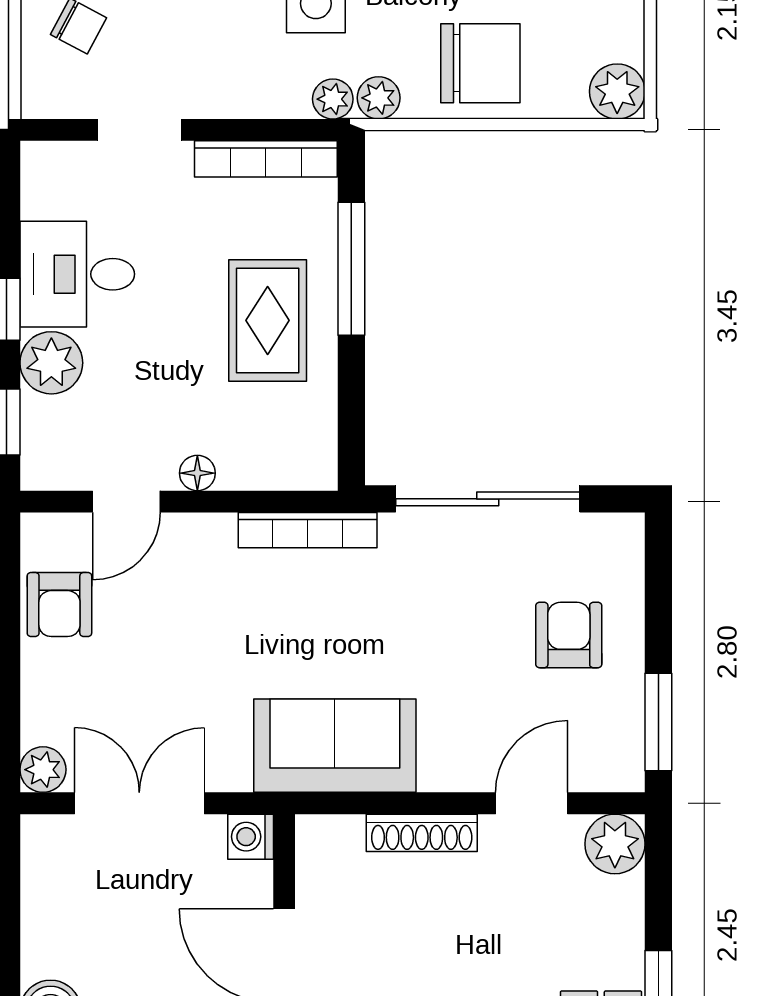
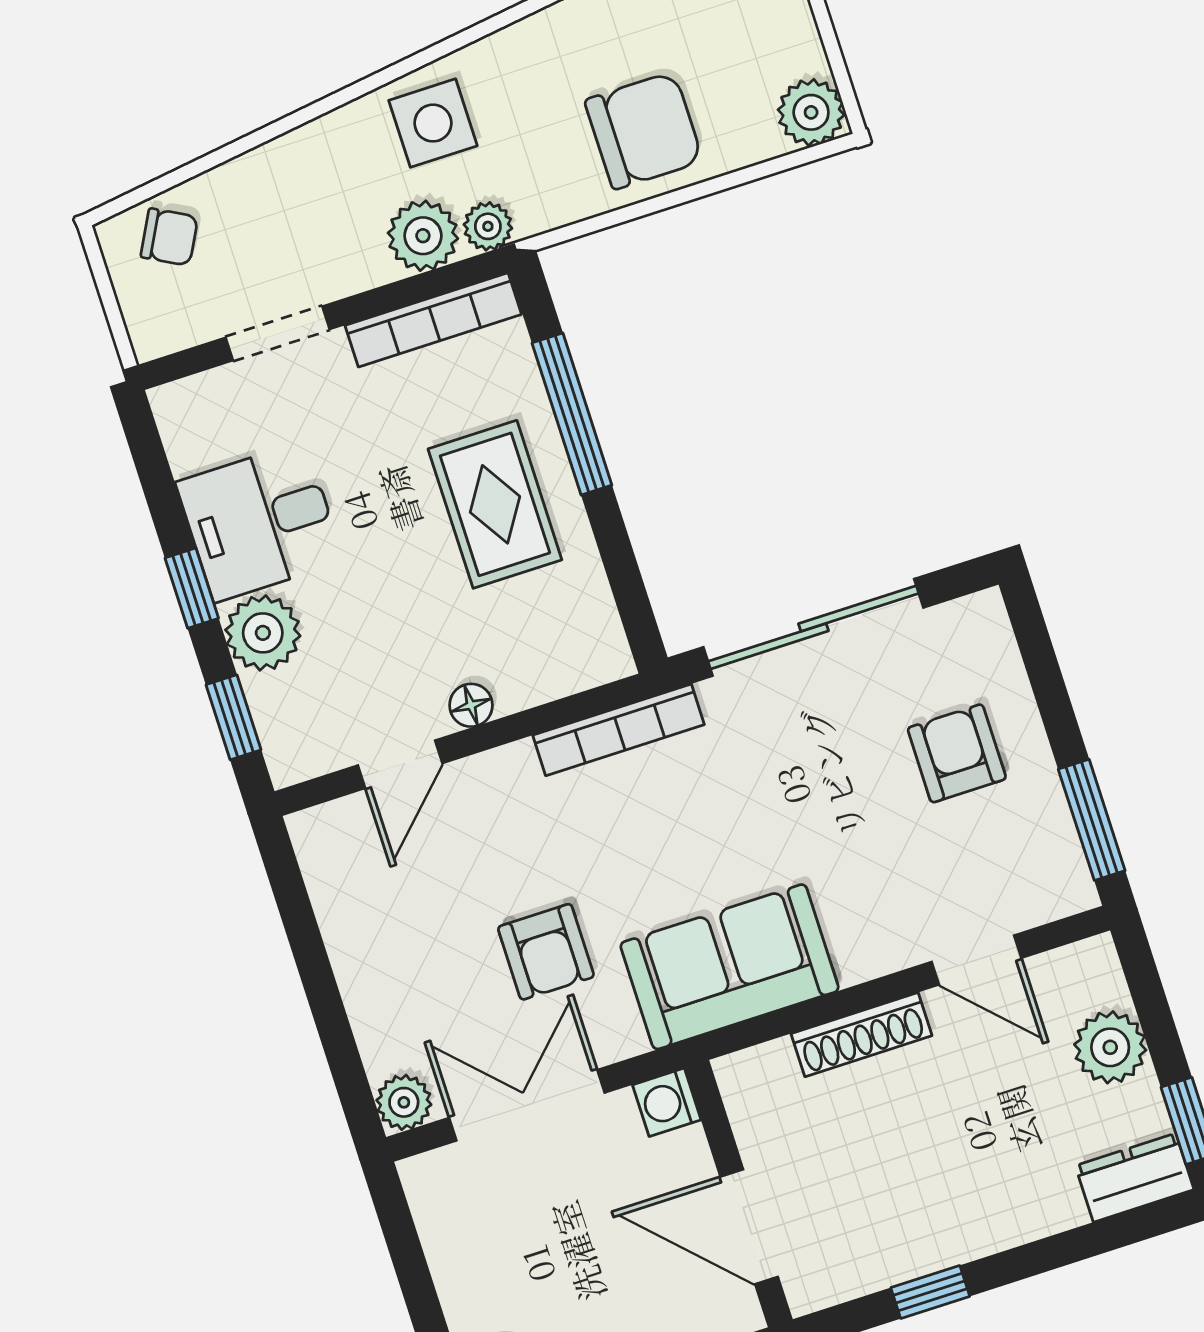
plant: (379, 98) -> (423, 236), moved, width x1.38, depth x1.38
armchair: (59, 605) -> (546, 952), moved
door: (532, 803) -> (976, 960), swing flipped
plant: (615, 844) -> (1110, 1047), moved

